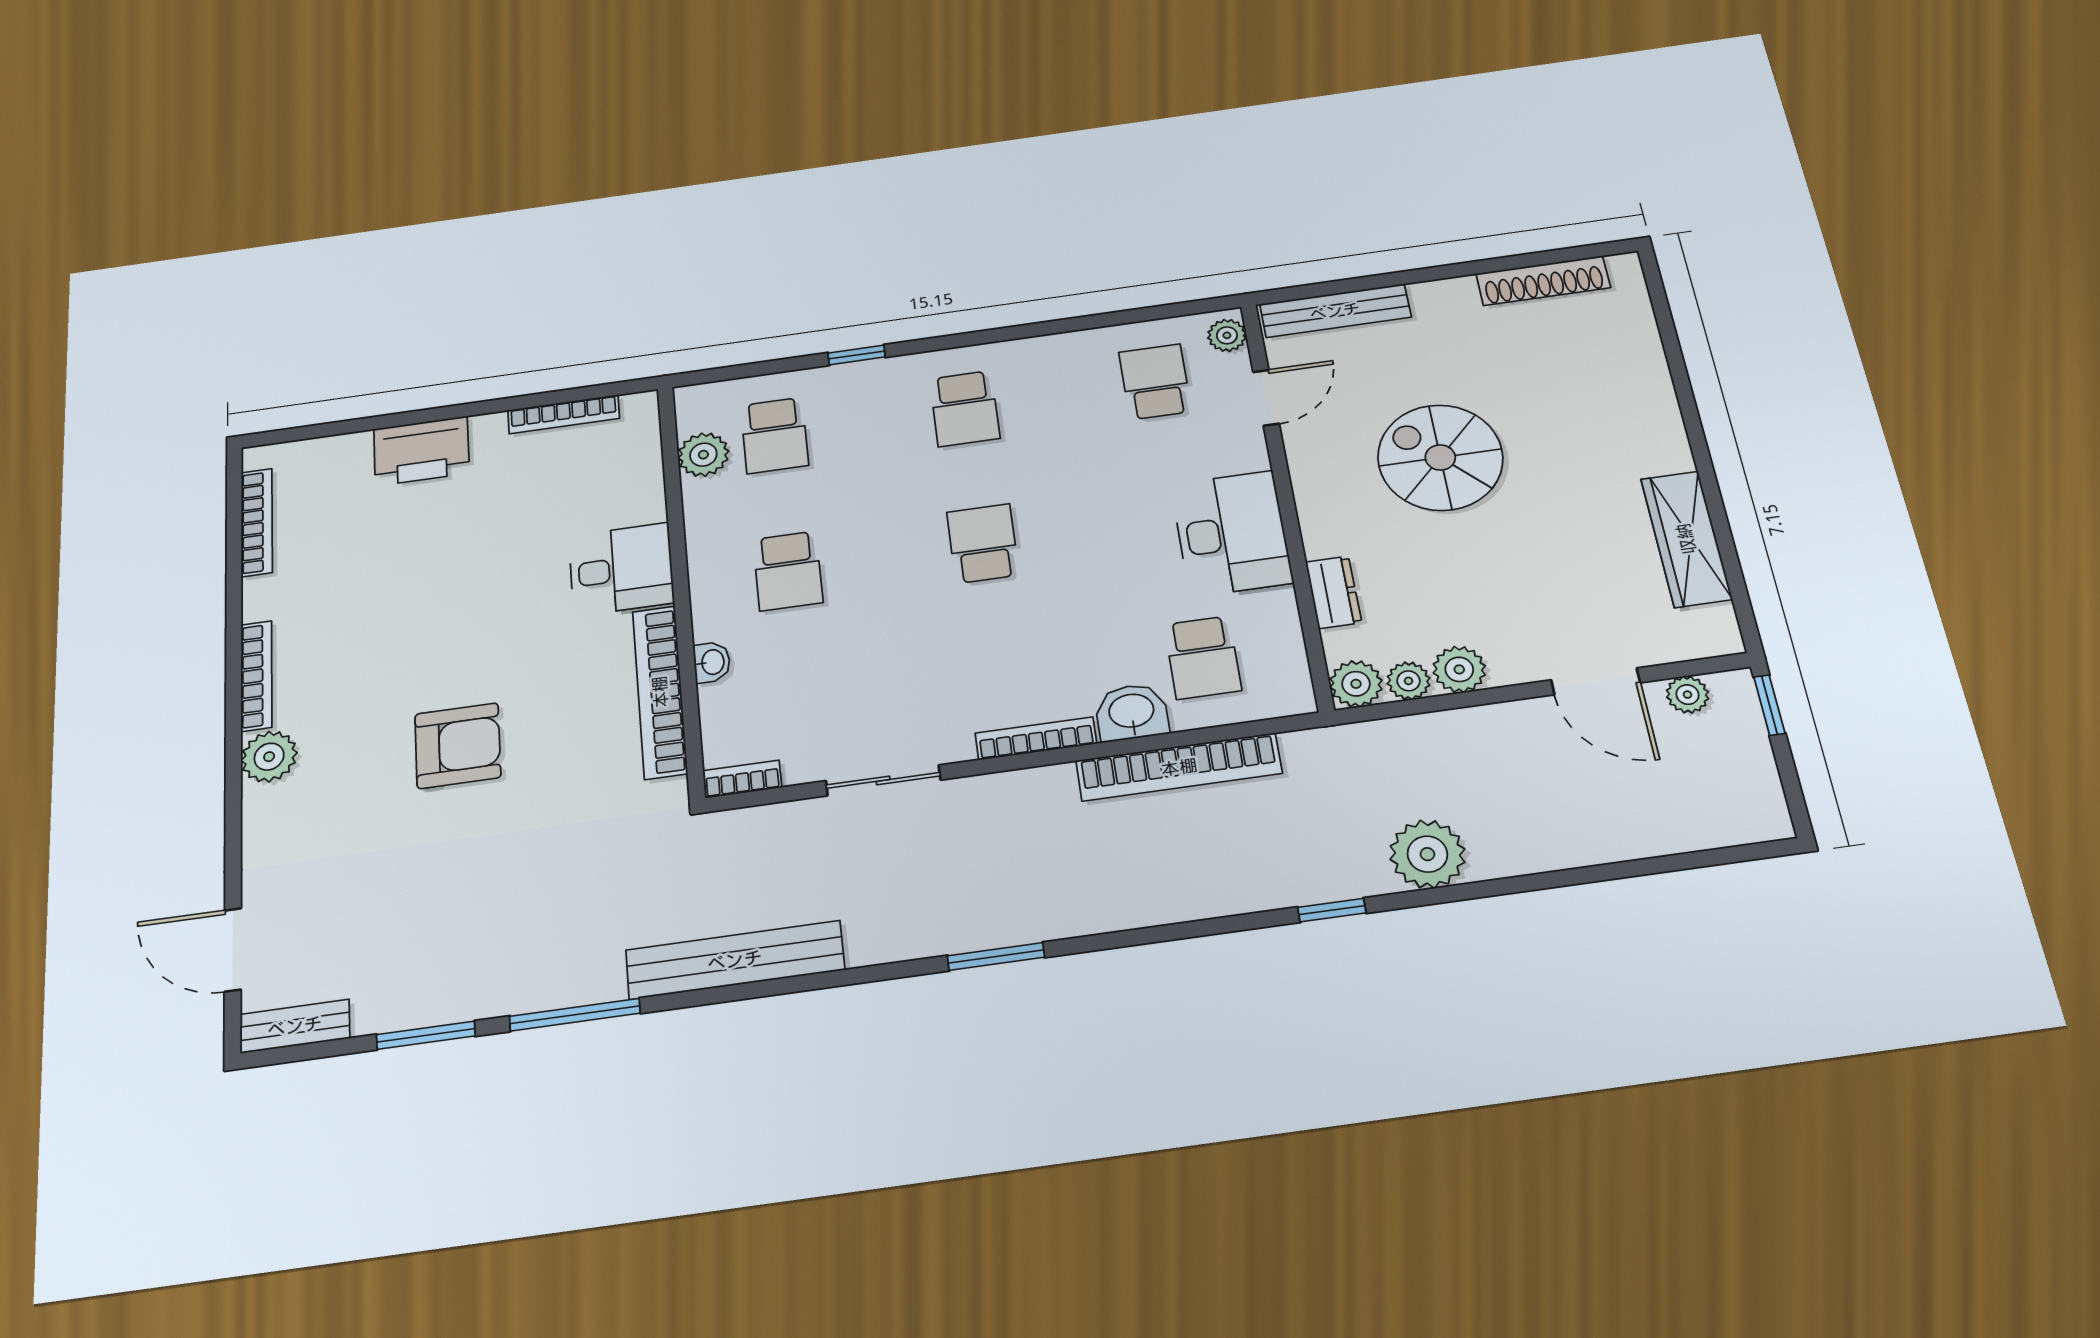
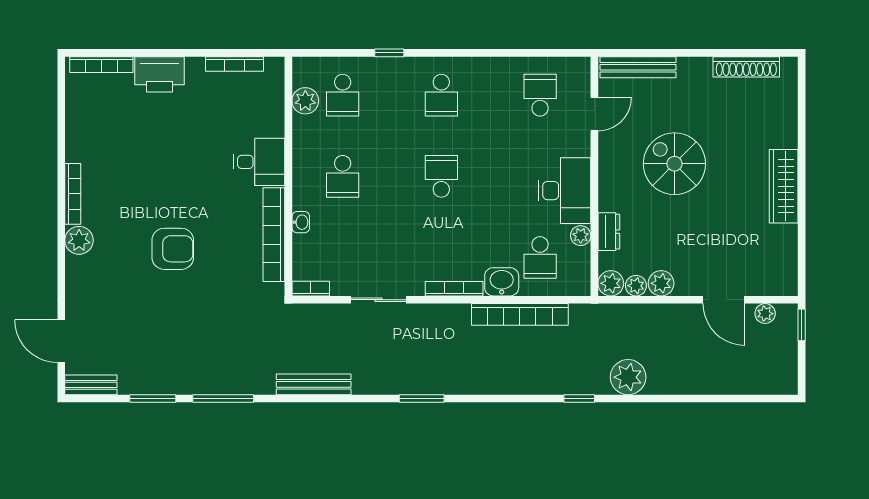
plant: (1227, 335) -> (581, 236), moved
bookcase: (257, 522) -> (101, 65), moved, turned 90
wardrobe: (1686, 539) -> (784, 186), moved
bench: (735, 960) -> (314, 384), width x0.73, depth x0.82

